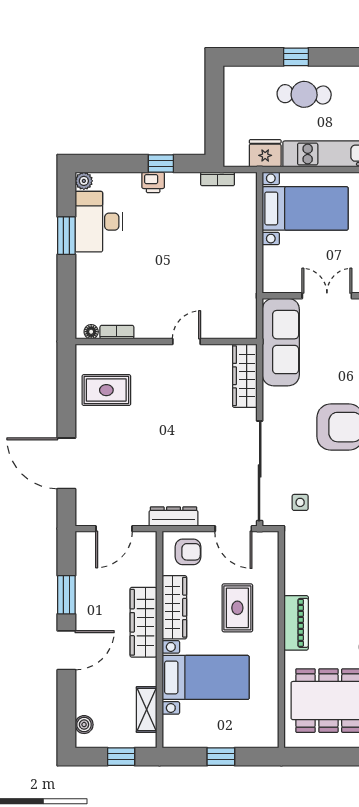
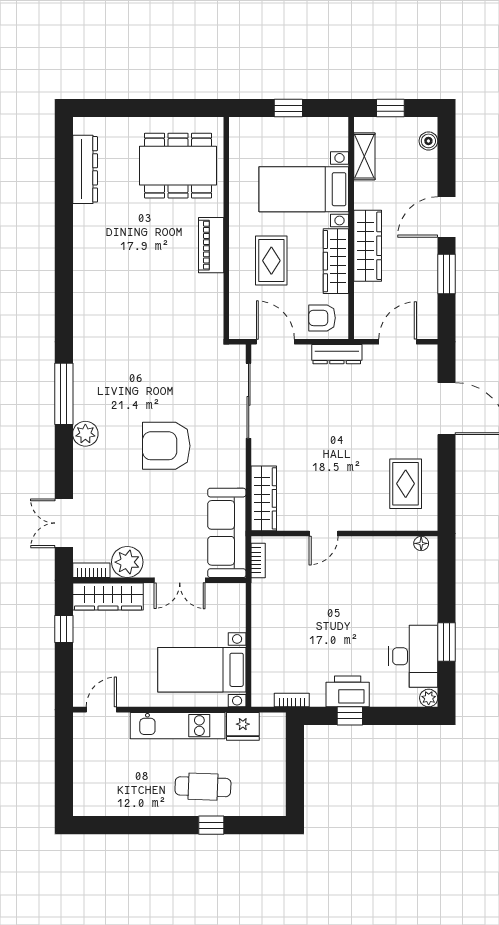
printer: (153, 182) -> (348, 691), width x1.87, depth x1.48
bookcase: (117, 332) -> (258, 560), moved, turned -90
rug: (106, 390) -> (406, 484), turned 90
sliding door: (260, 471) -> (249, 401), width x0.73
side table: (300, 502) -> (207, 369), removed

